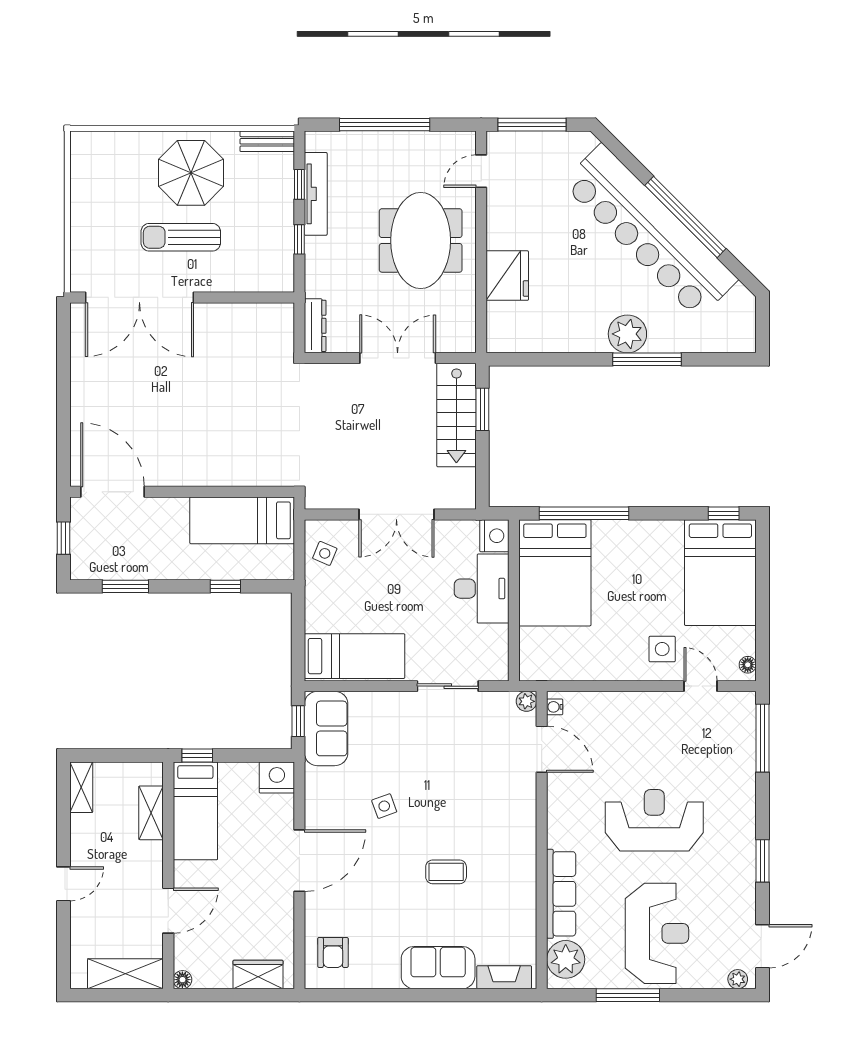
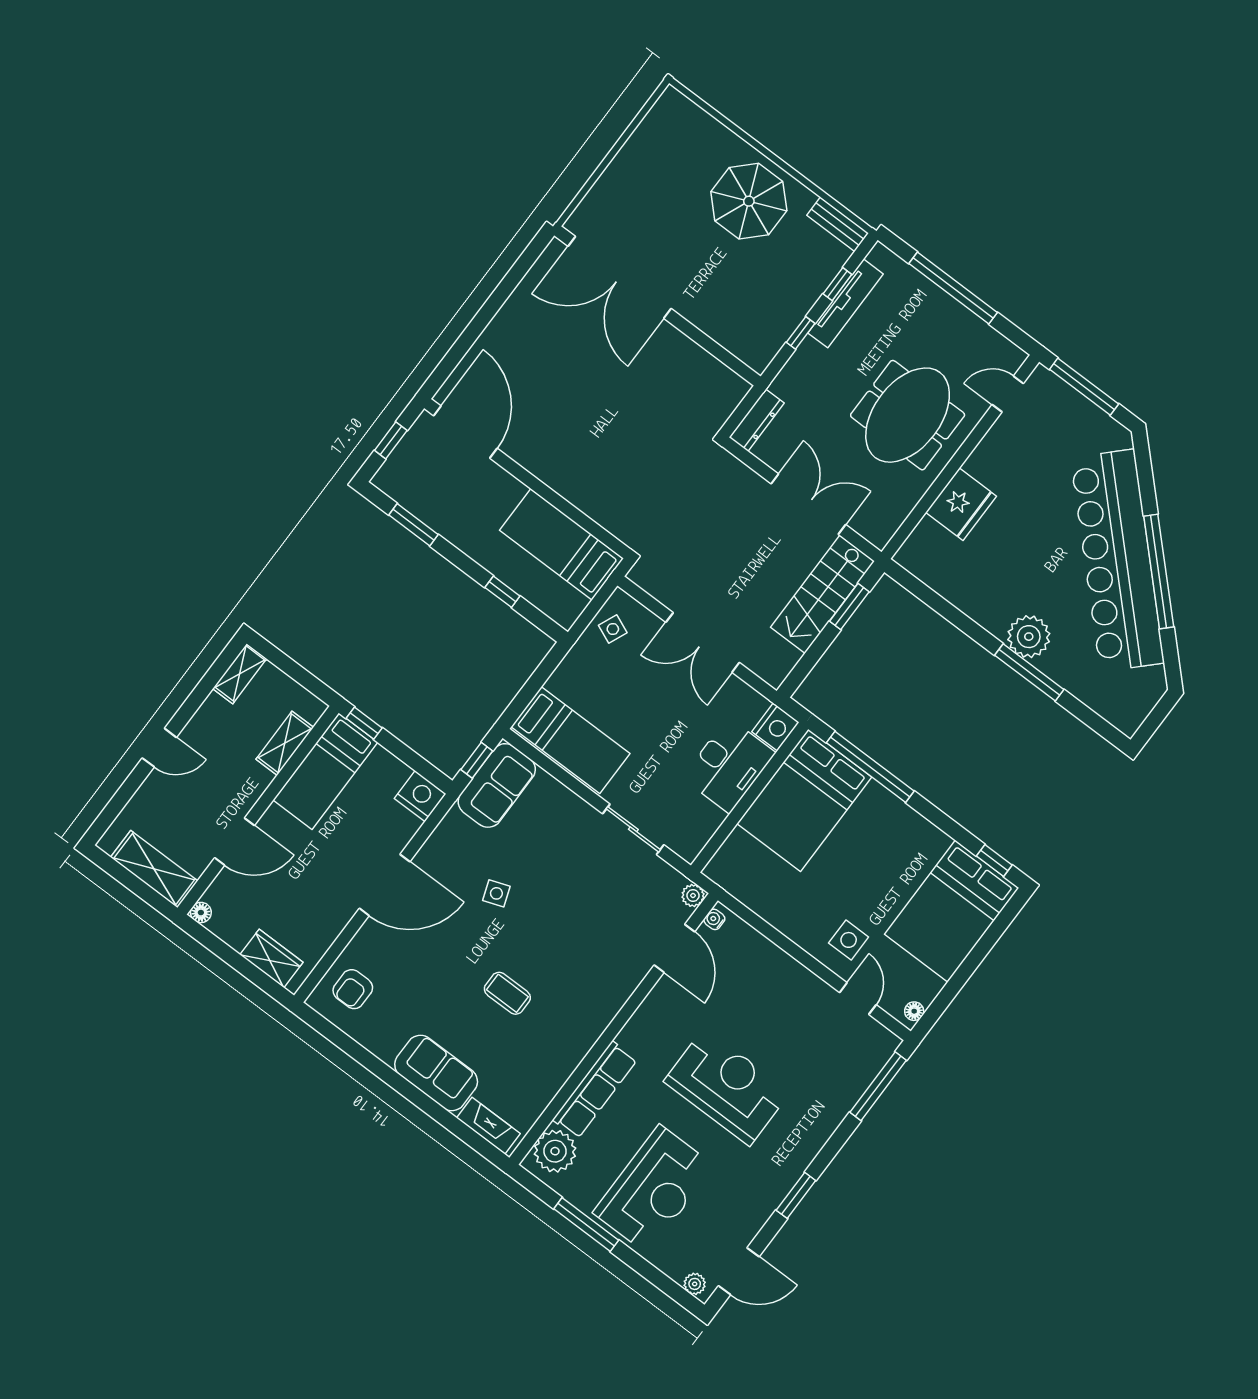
sun lounger: (181, 237) -> (697, 252), removed

